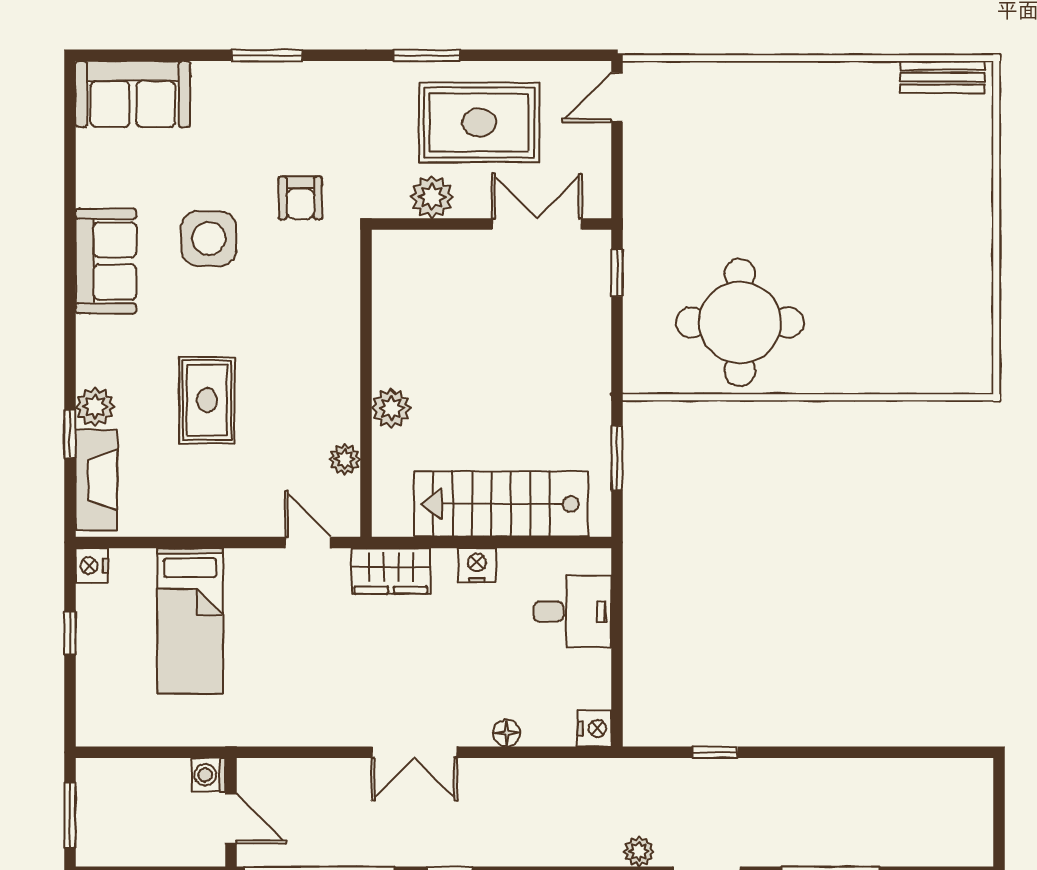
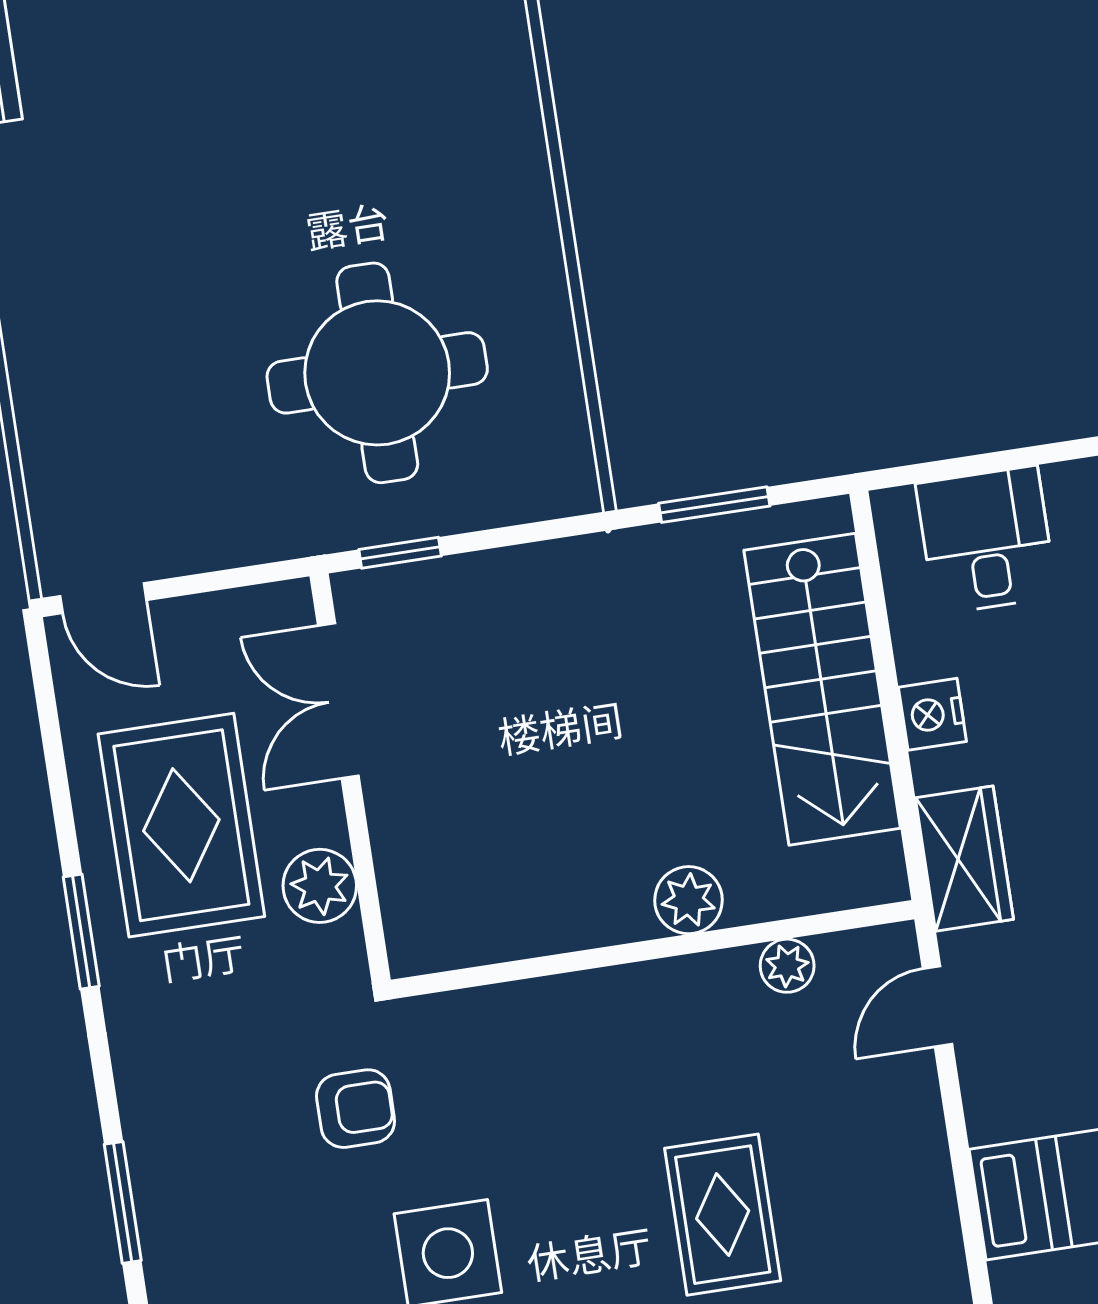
round table: (740, 322) -> (377, 373), moved
rug: (207, 400) -> (723, 1215), turned 90

